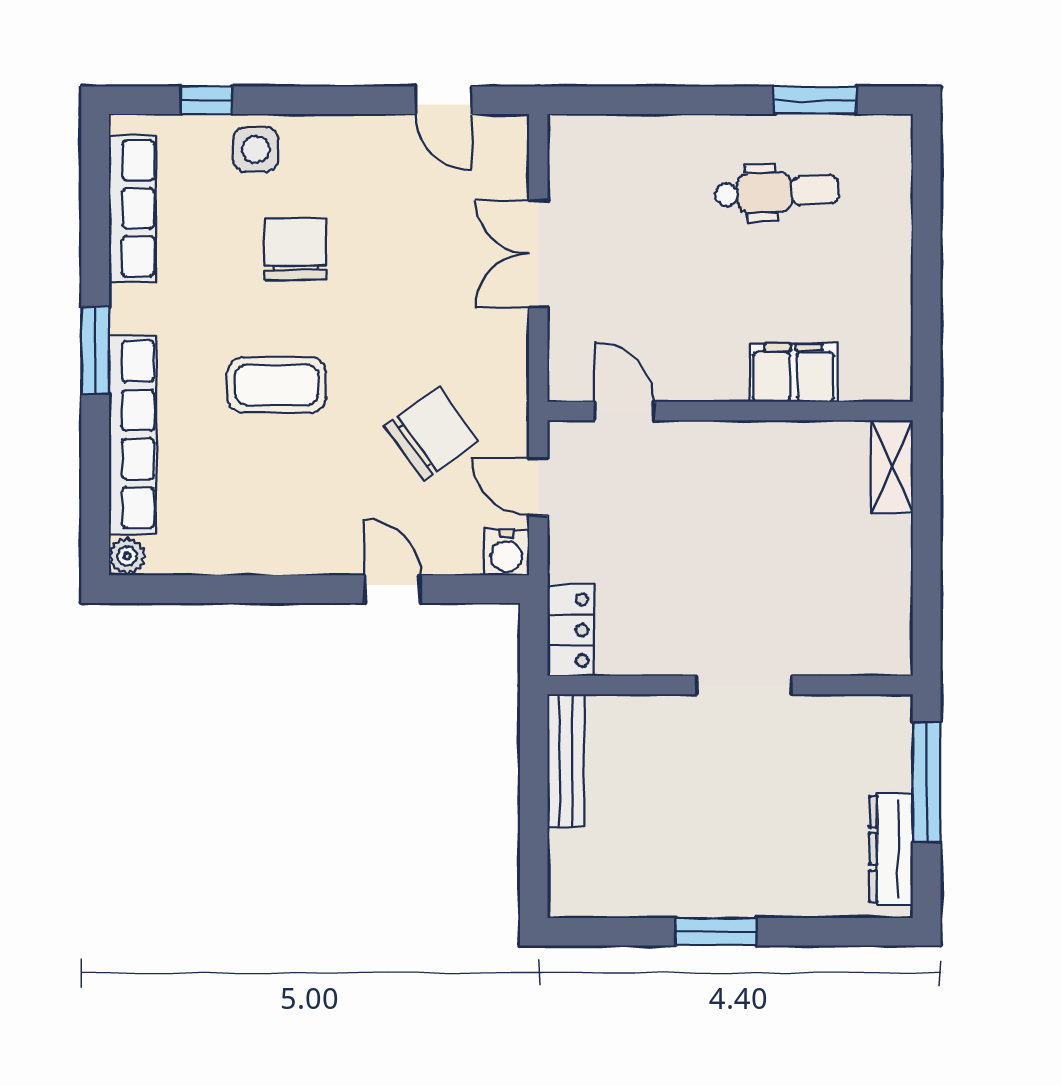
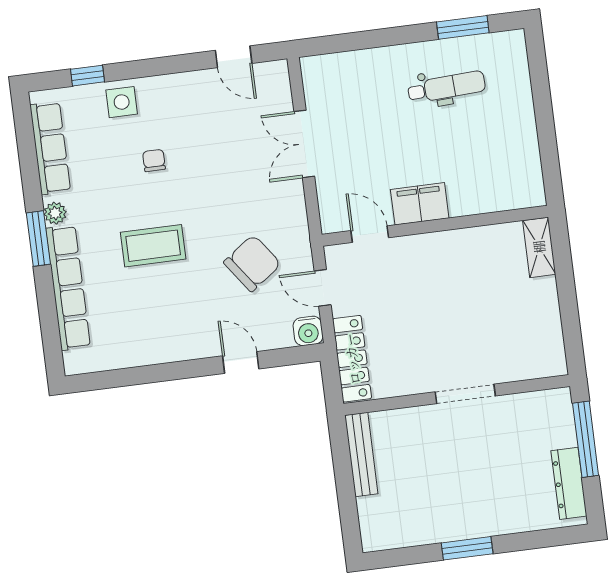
chair: (295, 249) -> (154, 160), width x0.54, depth x0.54
filing cabinet: (793, 373) -> (420, 204), moved
plant: (127, 556) -> (55, 213), moved
locker: (571, 630) -> (352, 359), width x1.53

